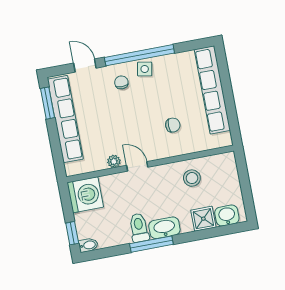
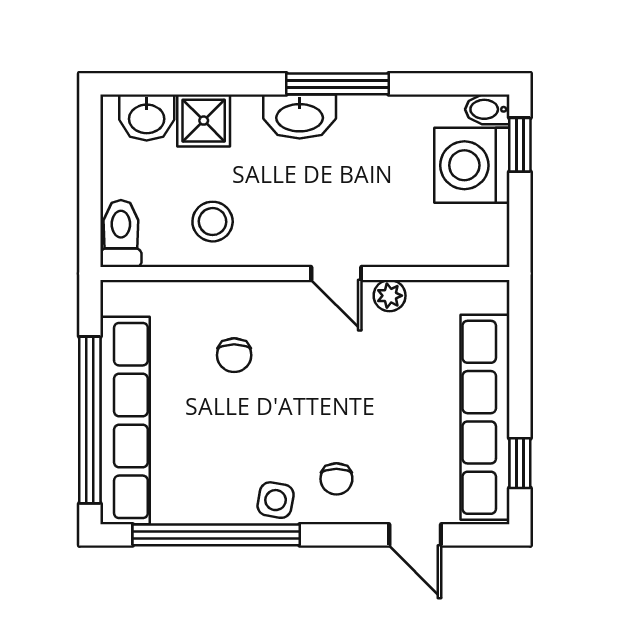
window: (139, 55) -> (216, 535), moved
window: (227, 87) -> (90, 420), added
window: (48, 103) -> (520, 463), width x0.67
chair: (173, 125) -> (234, 355), turned -90
washing machine: (85, 195) -> (472, 165), moved
toilet: (139, 228) -> (121, 234), moved, turned 180

